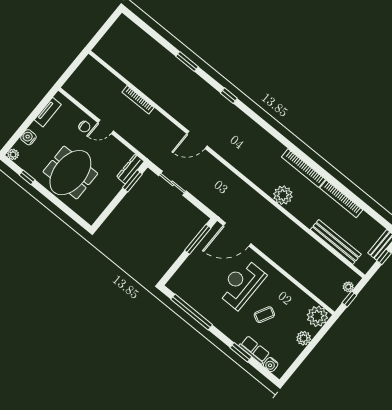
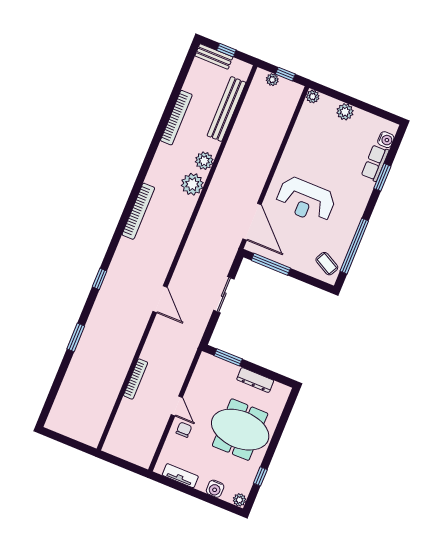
bookcase: (303, 168) -> (138, 211), moved
dresser: (130, 169) -> (255, 380), moved
sliding door: (173, 183) -> (224, 295), moved
plant: (299, 211) -> (204, 161), added
coffee table: (264, 315) -> (327, 264), moved
plant: (317, 316) -> (313, 97), width x0.53, depth x0.53

